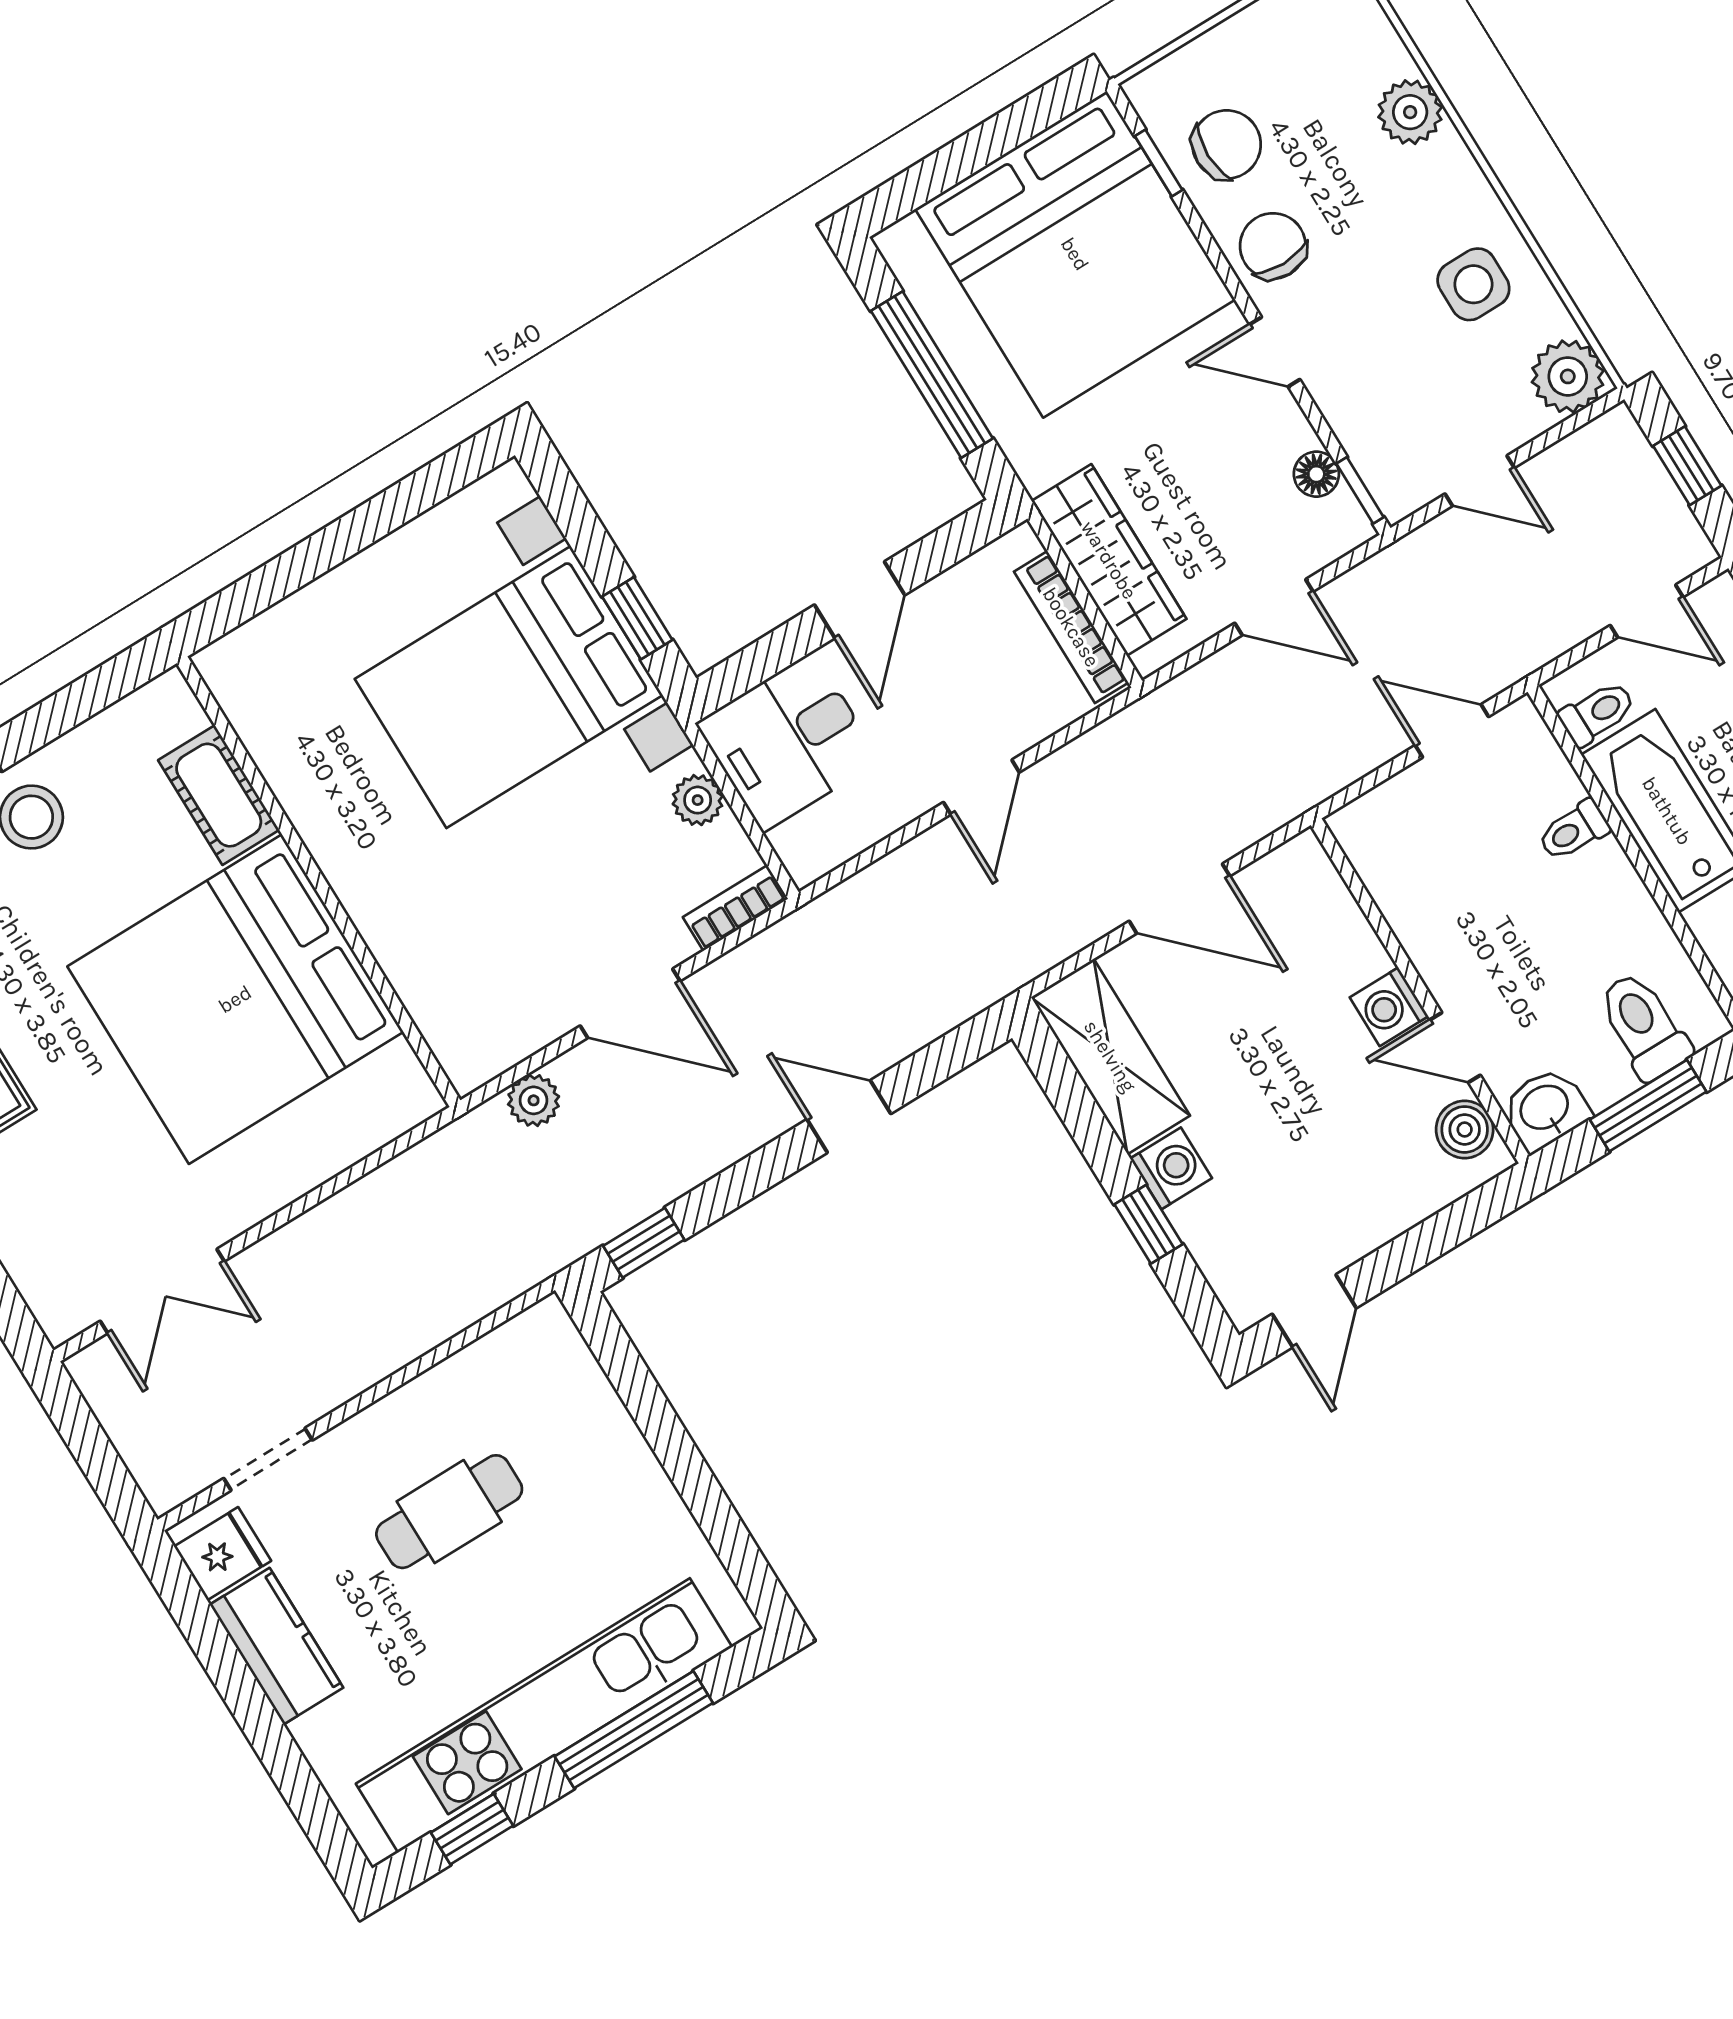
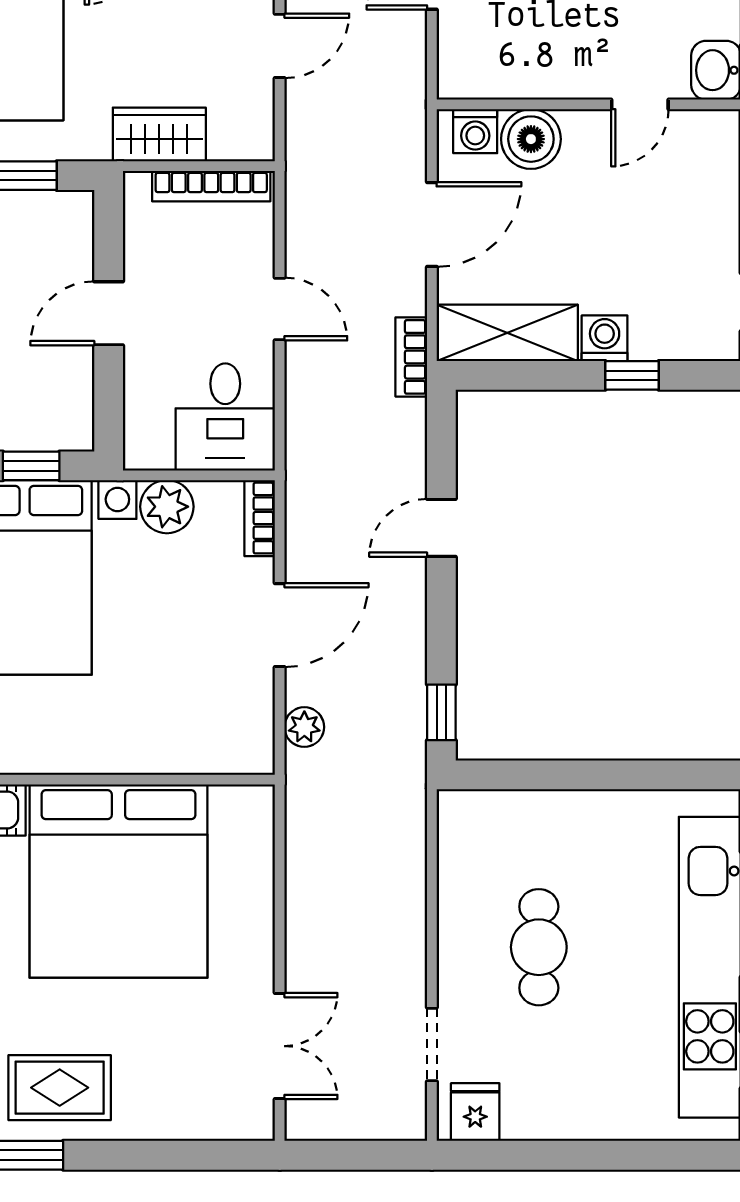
wardrobe: (1109, 560) -> (159, 134), width x0.67
door: (860, 600) -> (109, 313), swing flipped
desk: (788, 742) -> (225, 417), moved
plant: (698, 800) -> (167, 507), width x1.38, depth x1.38
bookcase: (1018, 966) -> (411, 357), added
washing machine: (1389, 1007) -> (475, 131), moved
boiler: (1465, 1129) -> (531, 139), moved, width x1.36, depth x1.36
kitchen counter: (277, 1646) -> (557, 1114), removed

